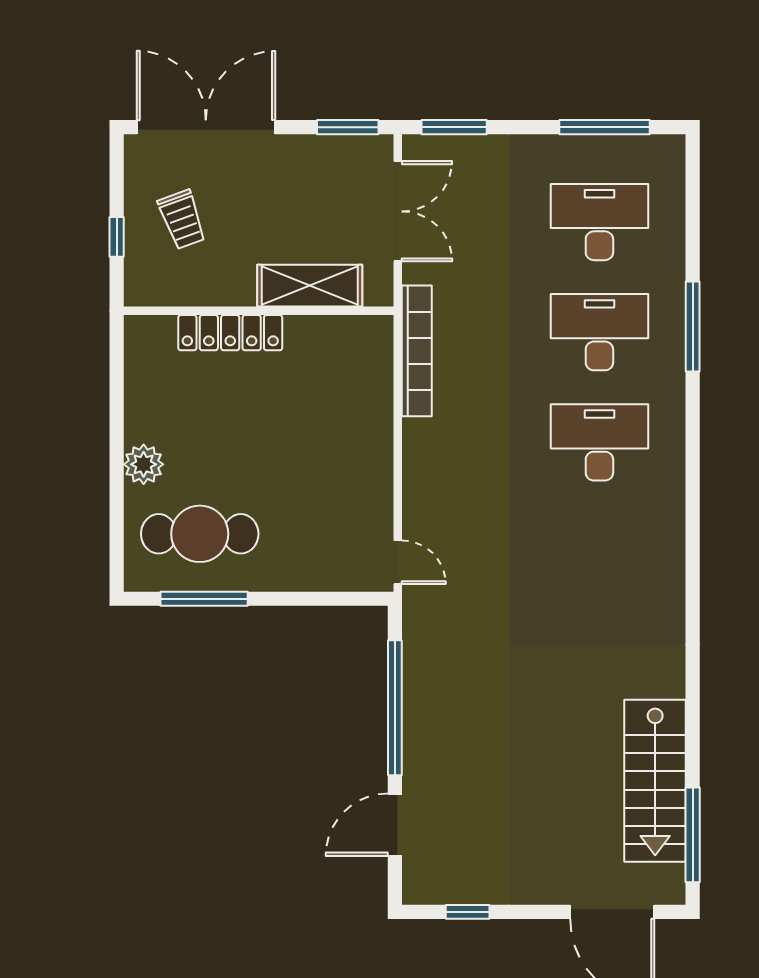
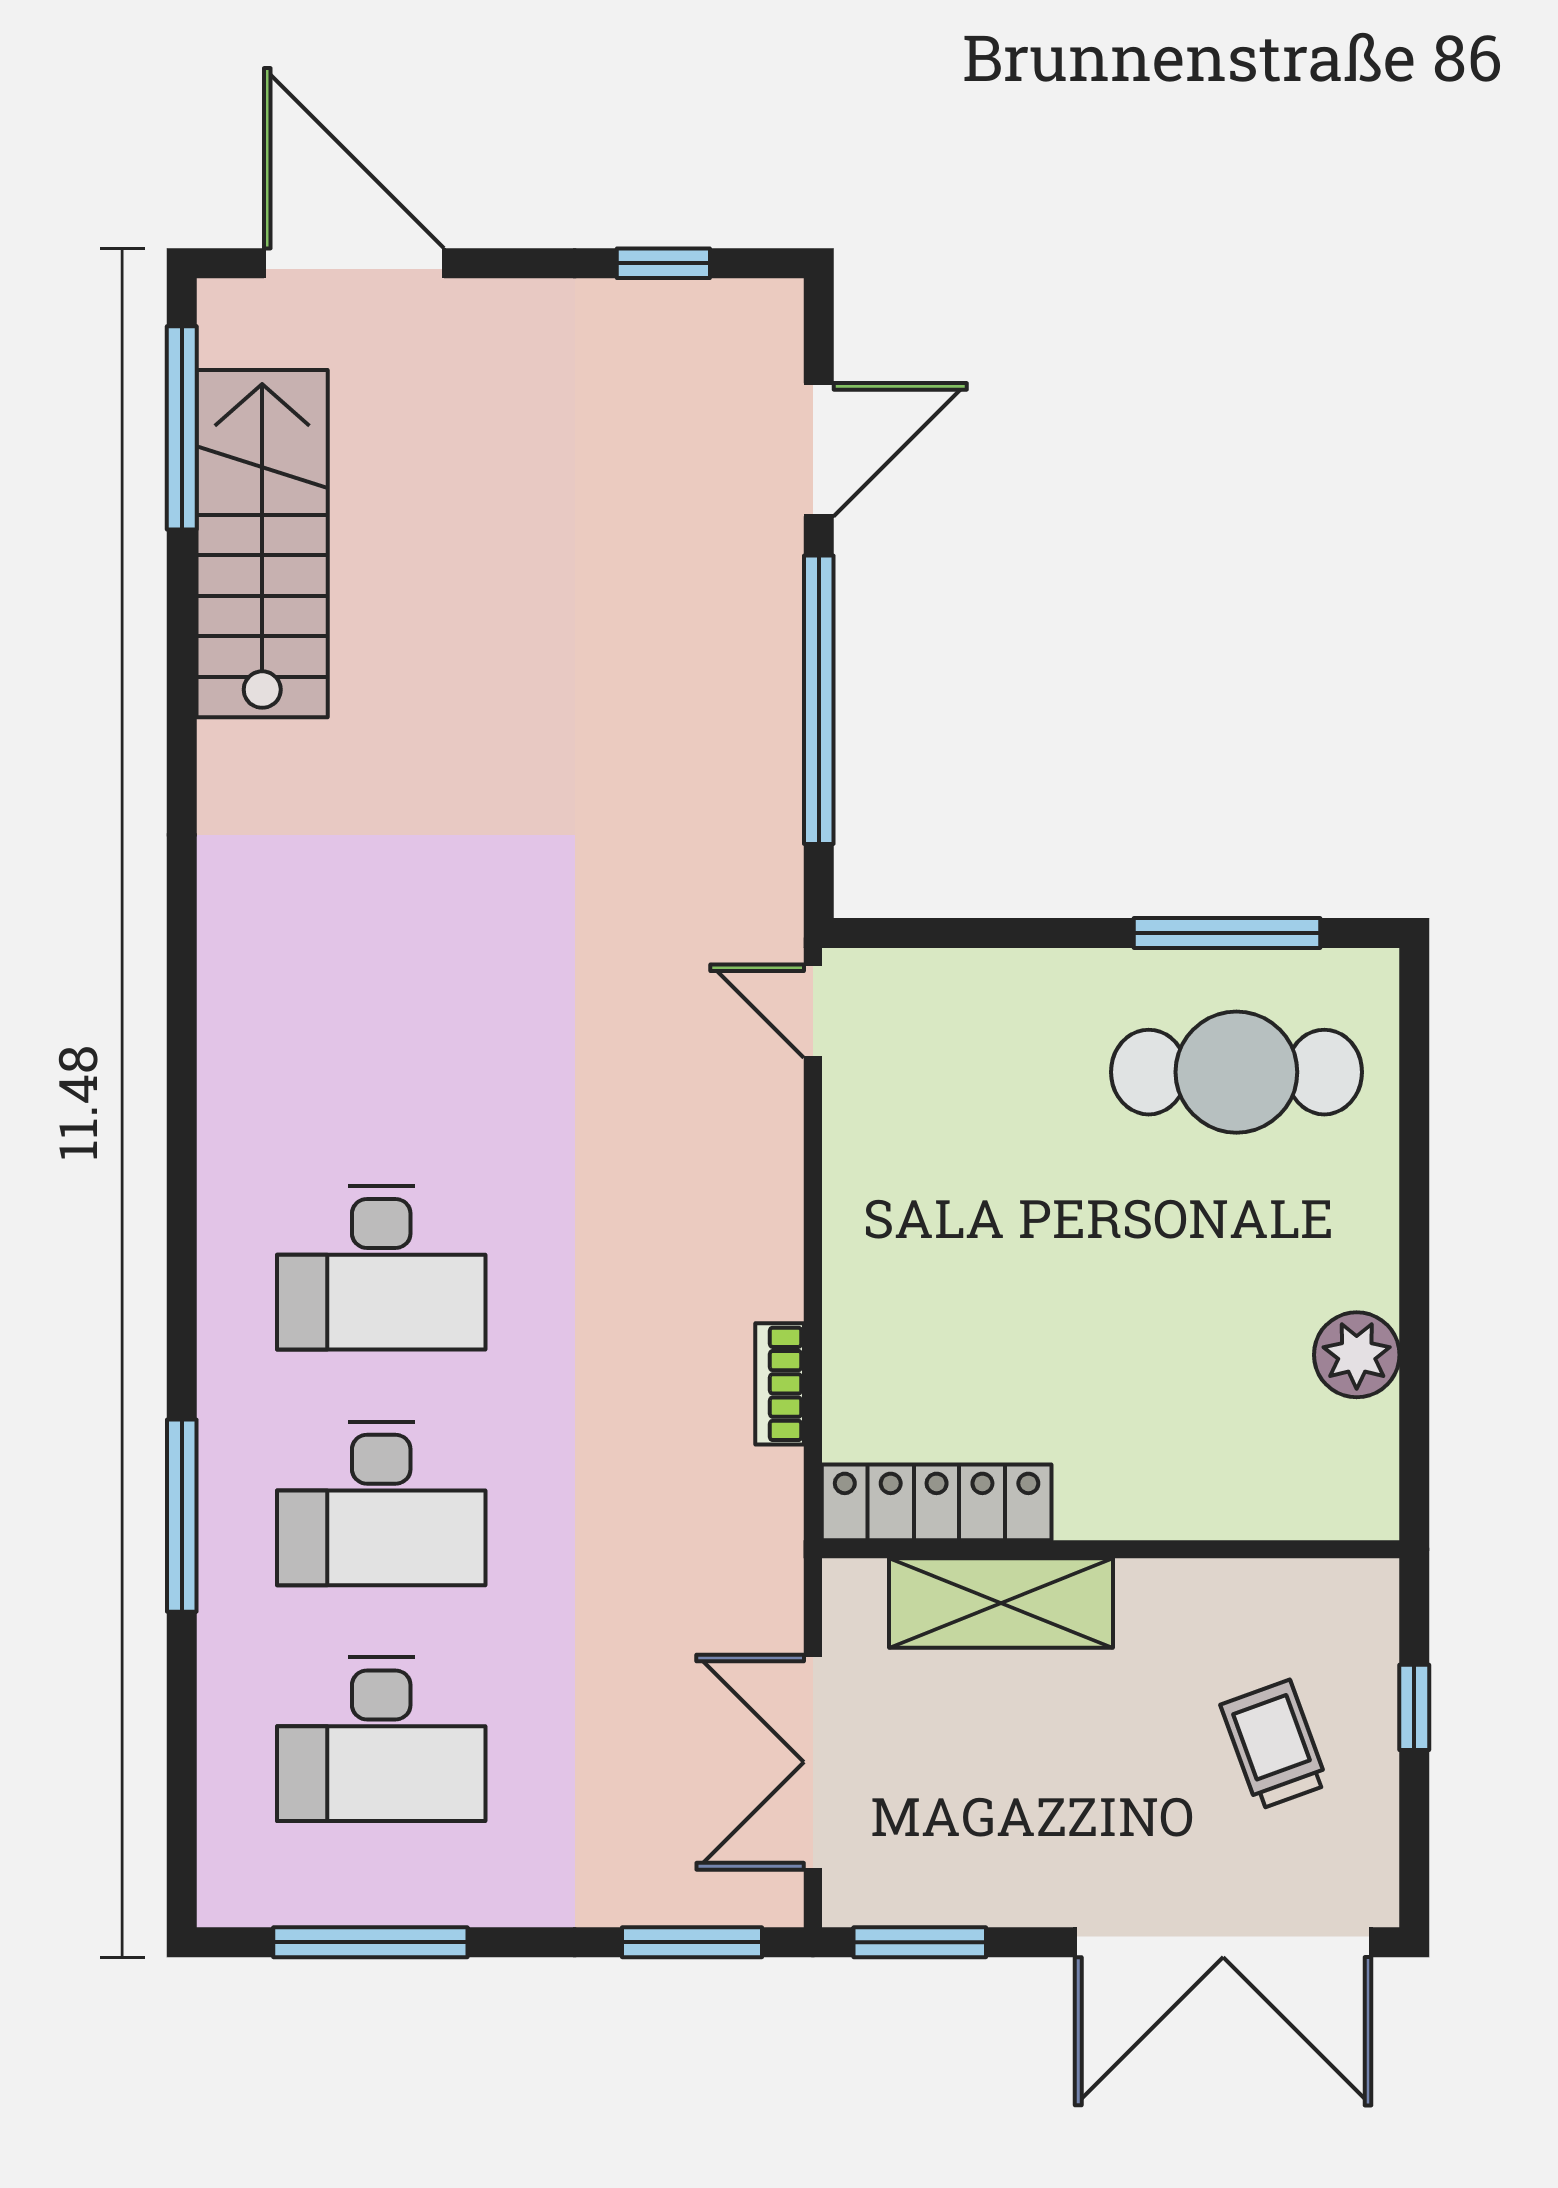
locker: (230, 333) -> (937, 1502), moved
bookcase: (417, 351) -> (780, 1384), width x0.43, depth x0.76
plant: (144, 464) -> (1357, 1355), moved

